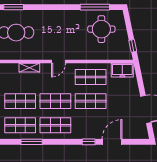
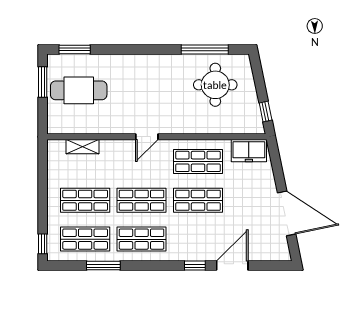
shelving: (29, 68) -> (82, 147), moved

